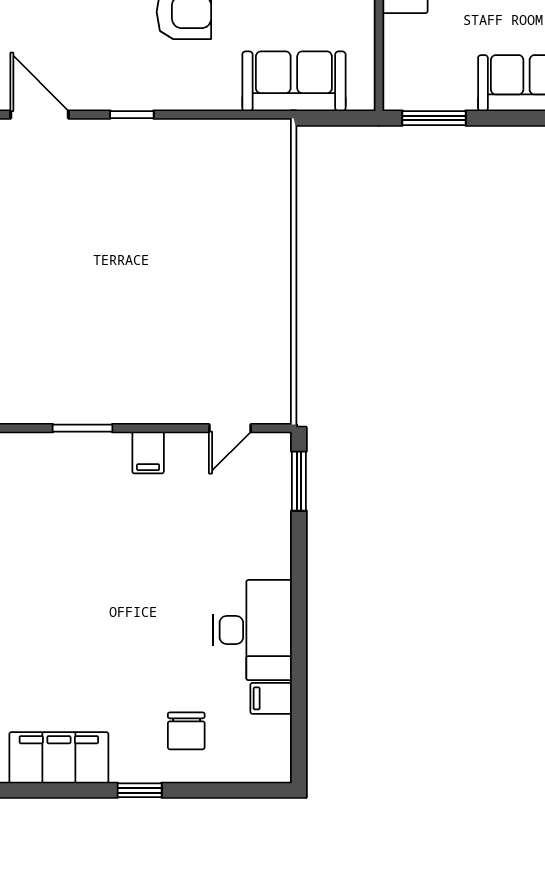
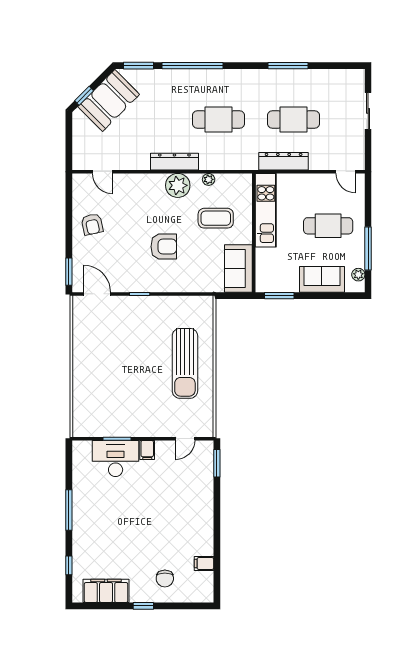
sofa: (294, 81) -> (238, 268), moved, turned -90
sun lounger: (230, 265) -> (185, 363), added
desk: (253, 630) -> (116, 458), moved, turned -90

